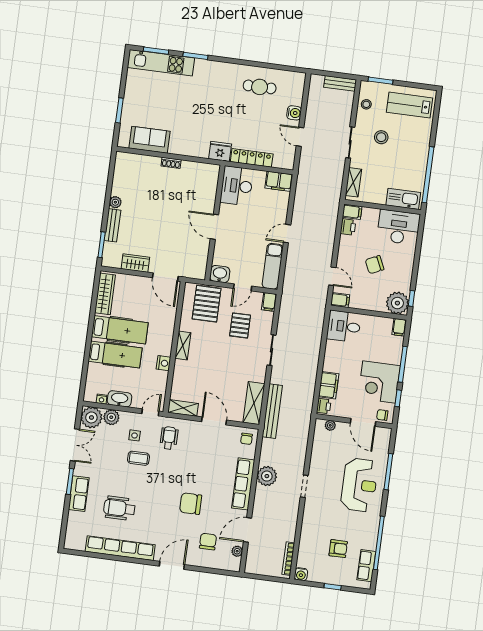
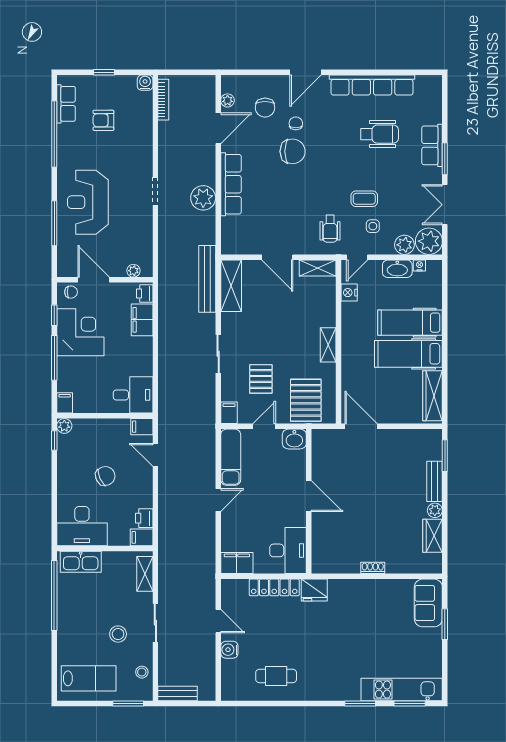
sofa: (149, 140) -> (428, 603), moved, turned 90
wardrobe: (135, 263) -> (433, 536), moved, turned 90
plant: (397, 303) -> (64, 426), width x0.53, depth x0.53
nightstand: (164, 363) -> (349, 293), moved
chair: (247, 439) -> (296, 123), moved

